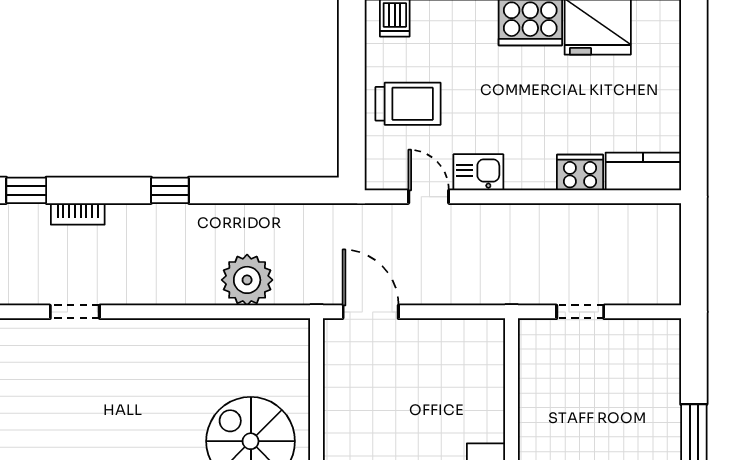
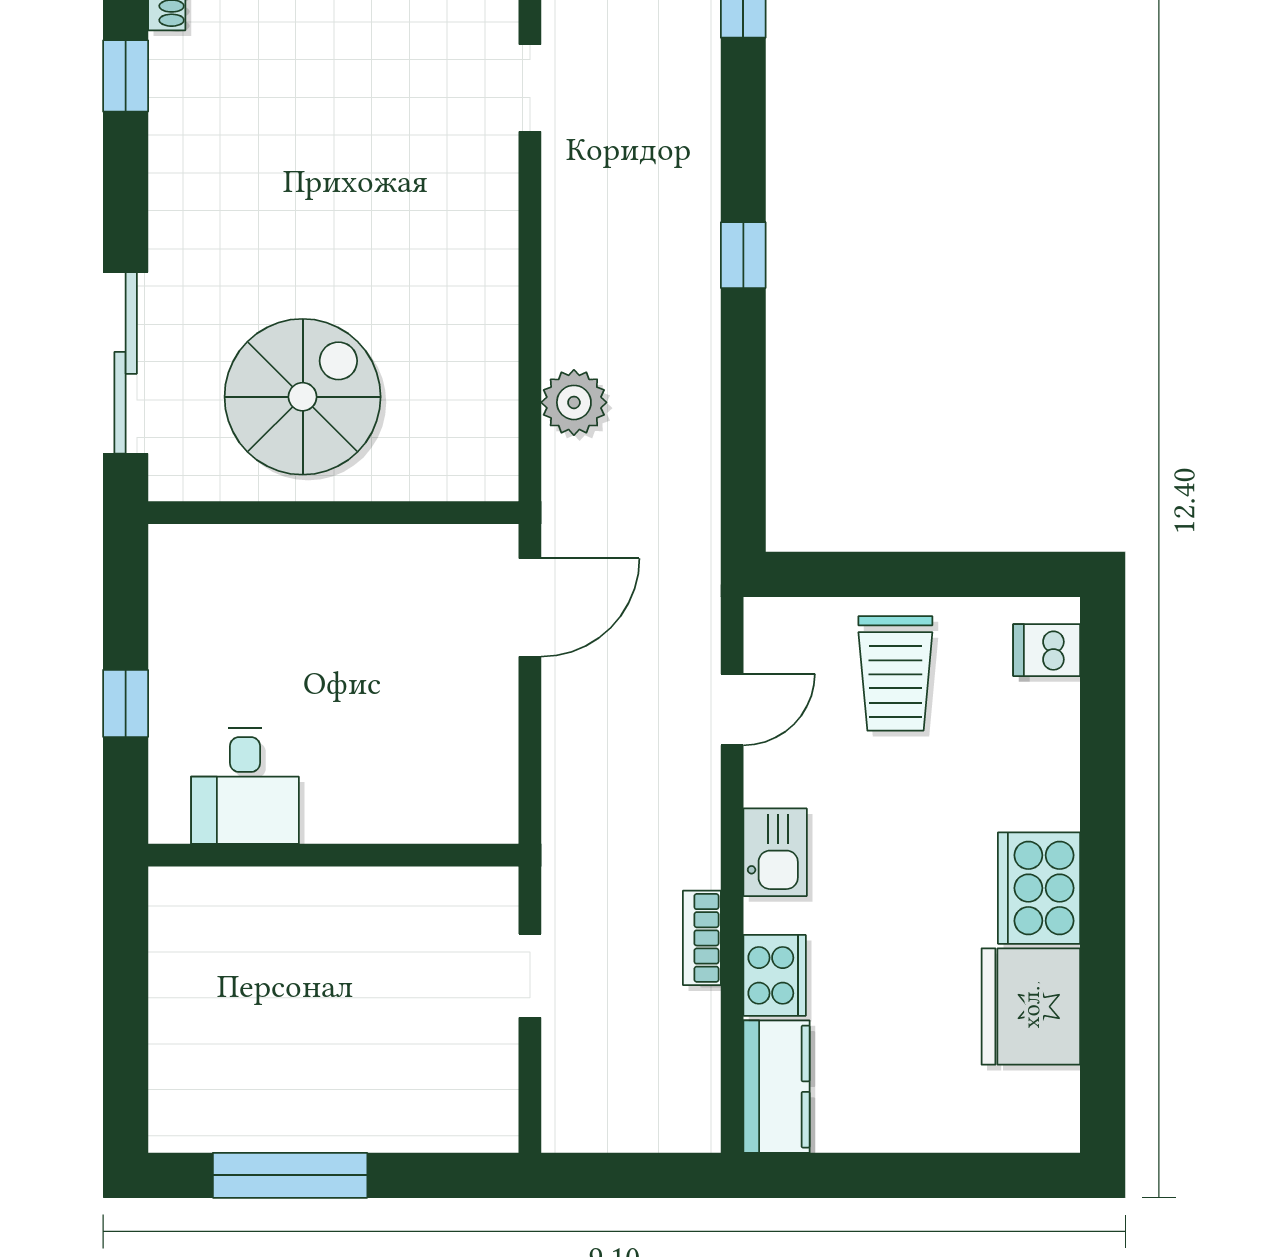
kitchen sink: (478, 172) -> (775, 852), moved
bookcase: (78, 214) -> (702, 938), moved
plant: (247, 280) -> (574, 402), width x0.73, depth x0.73

